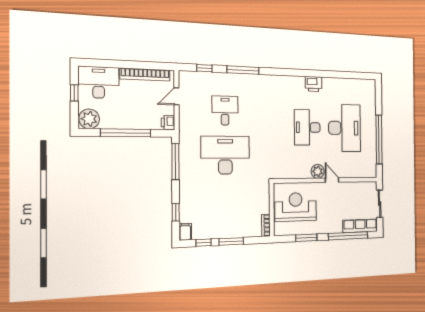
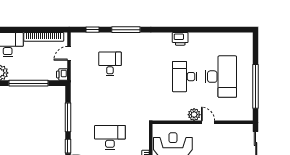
printer: (314, 84) -> (180, 39), moved
desk: (225, 155) -> (110, 137), moved, width x0.73, depth x0.77
window: (175, 162) -> (68, 117), moved

